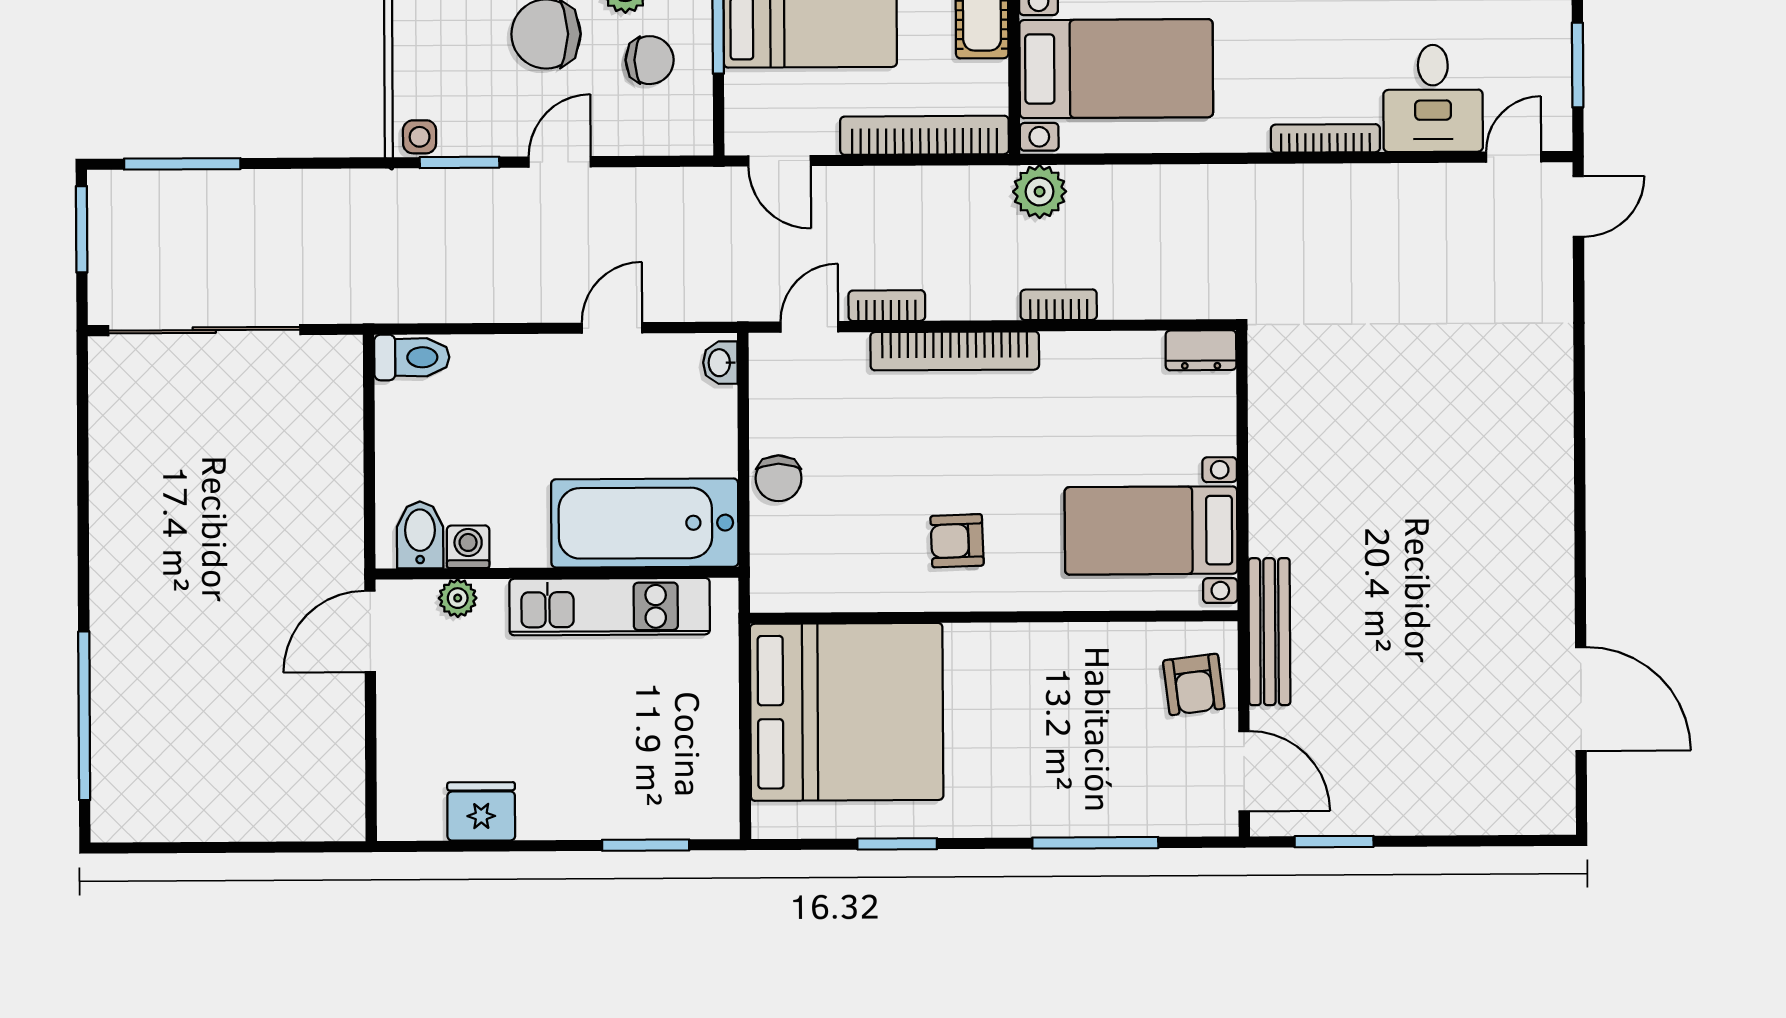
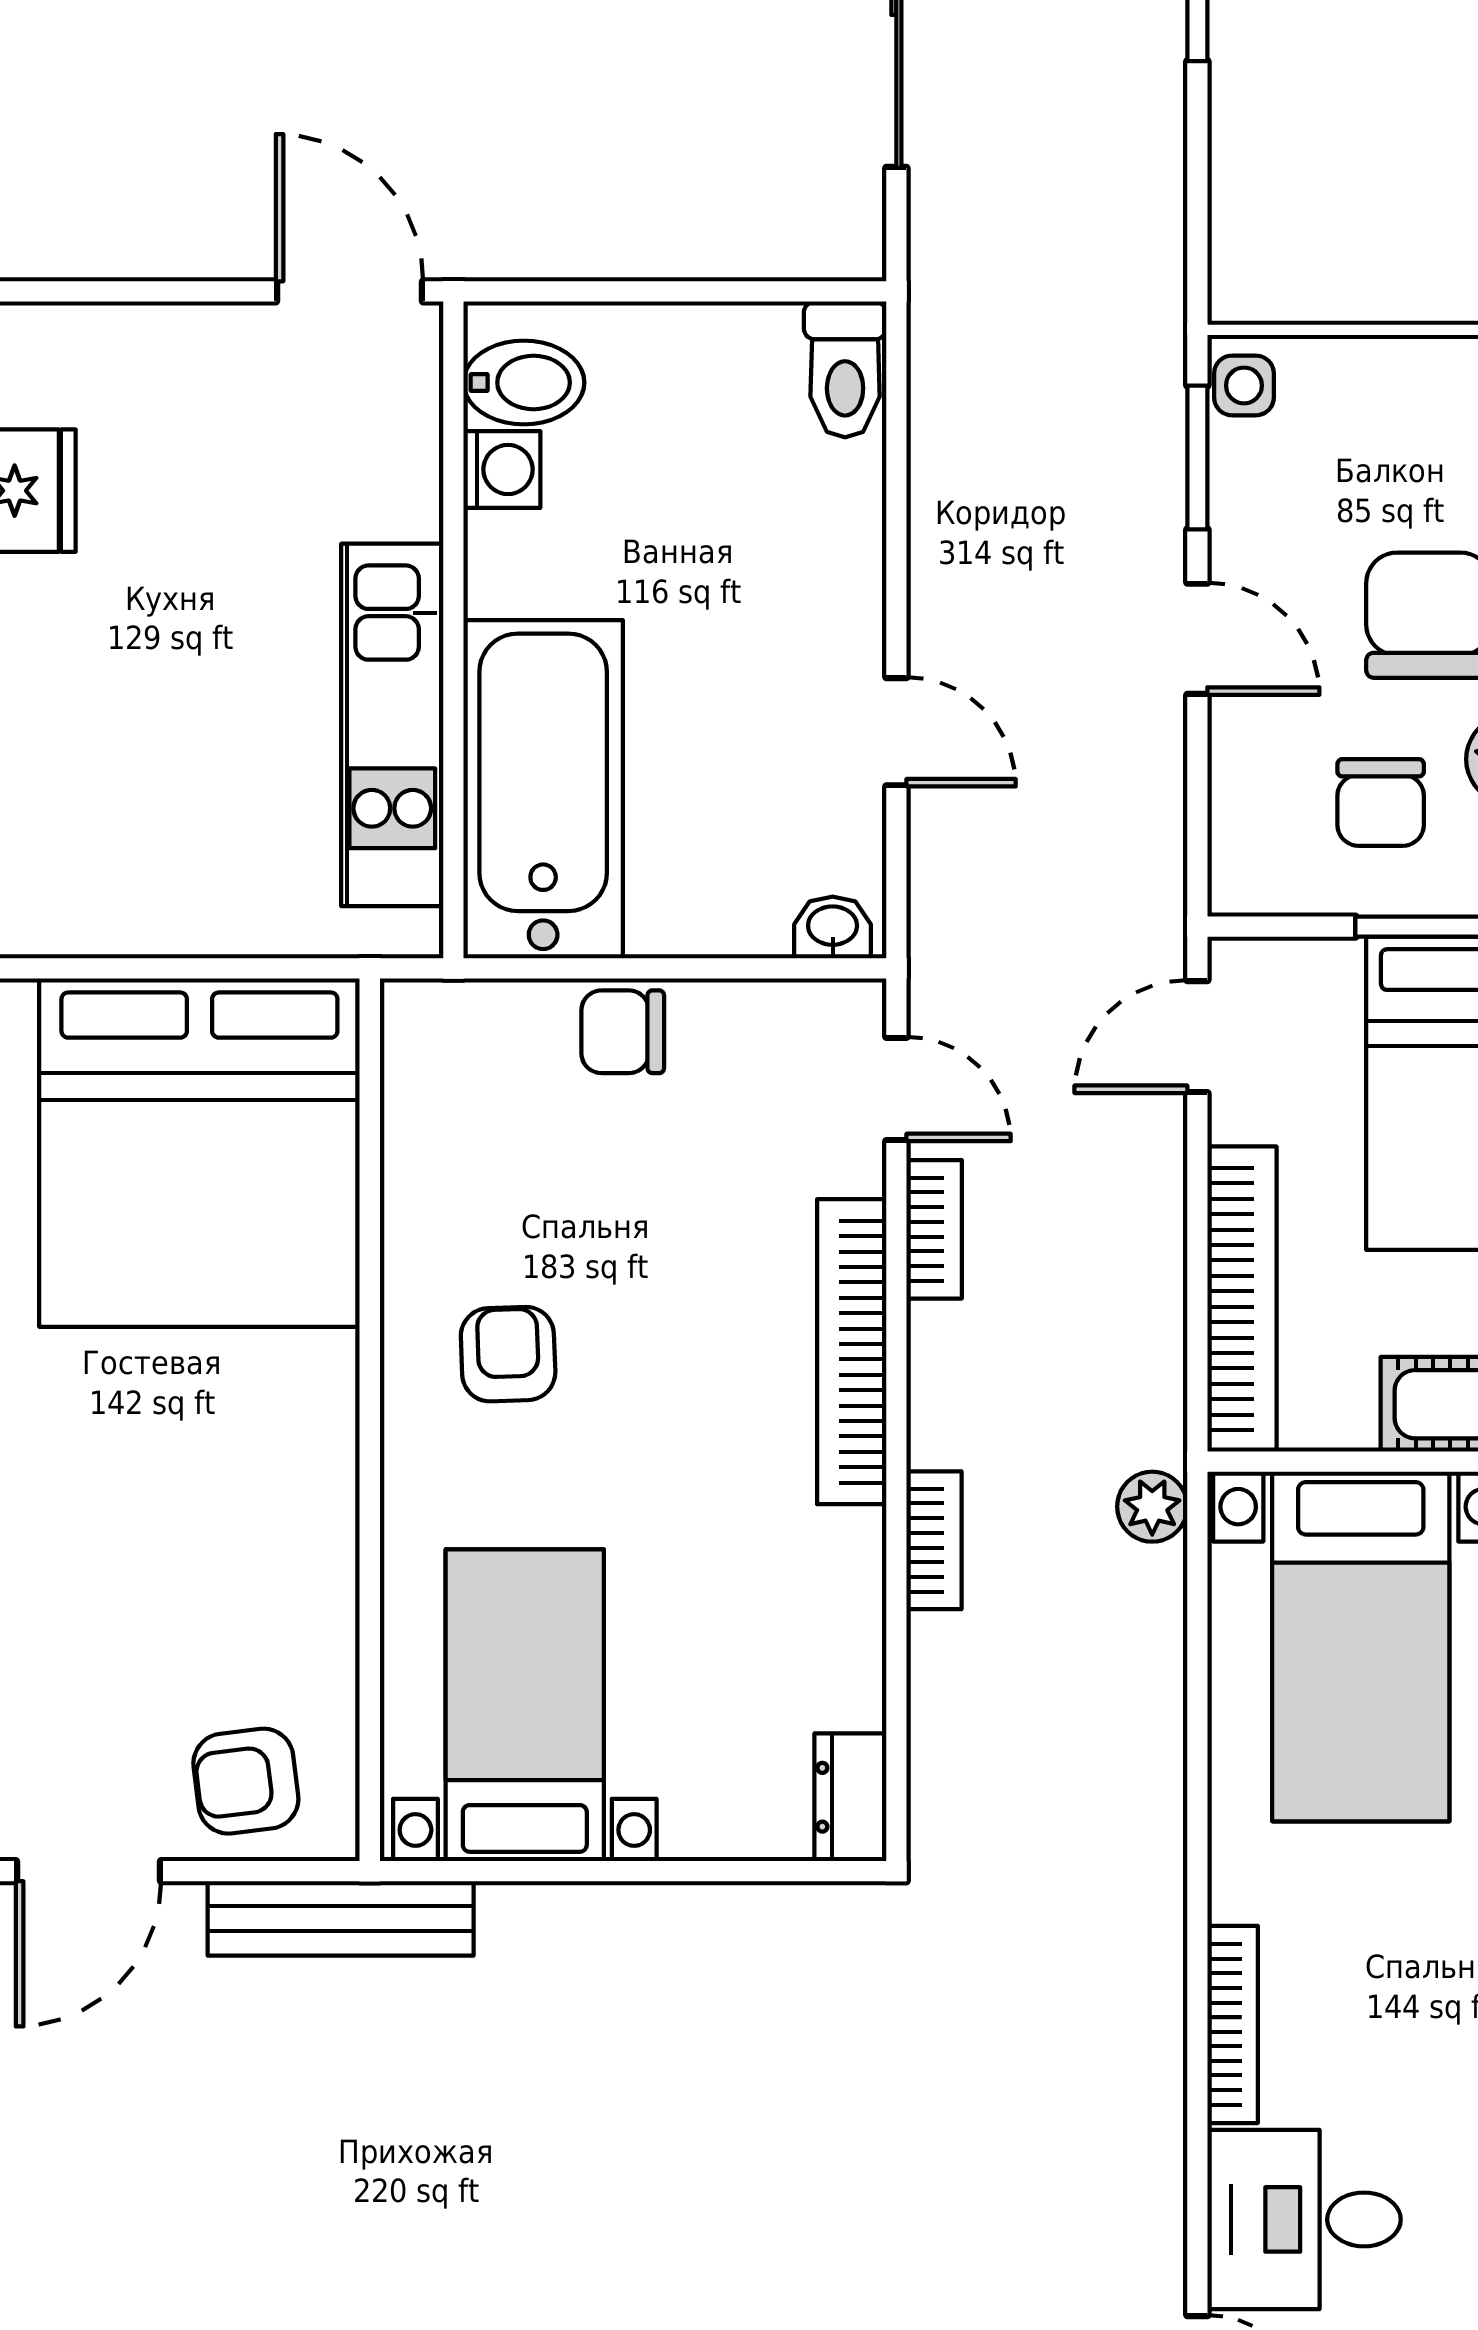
plant: (1040, 192) -> (1152, 1507), width x0.73, depth x0.73
plant: (458, 598) -> (409, 450), removed

